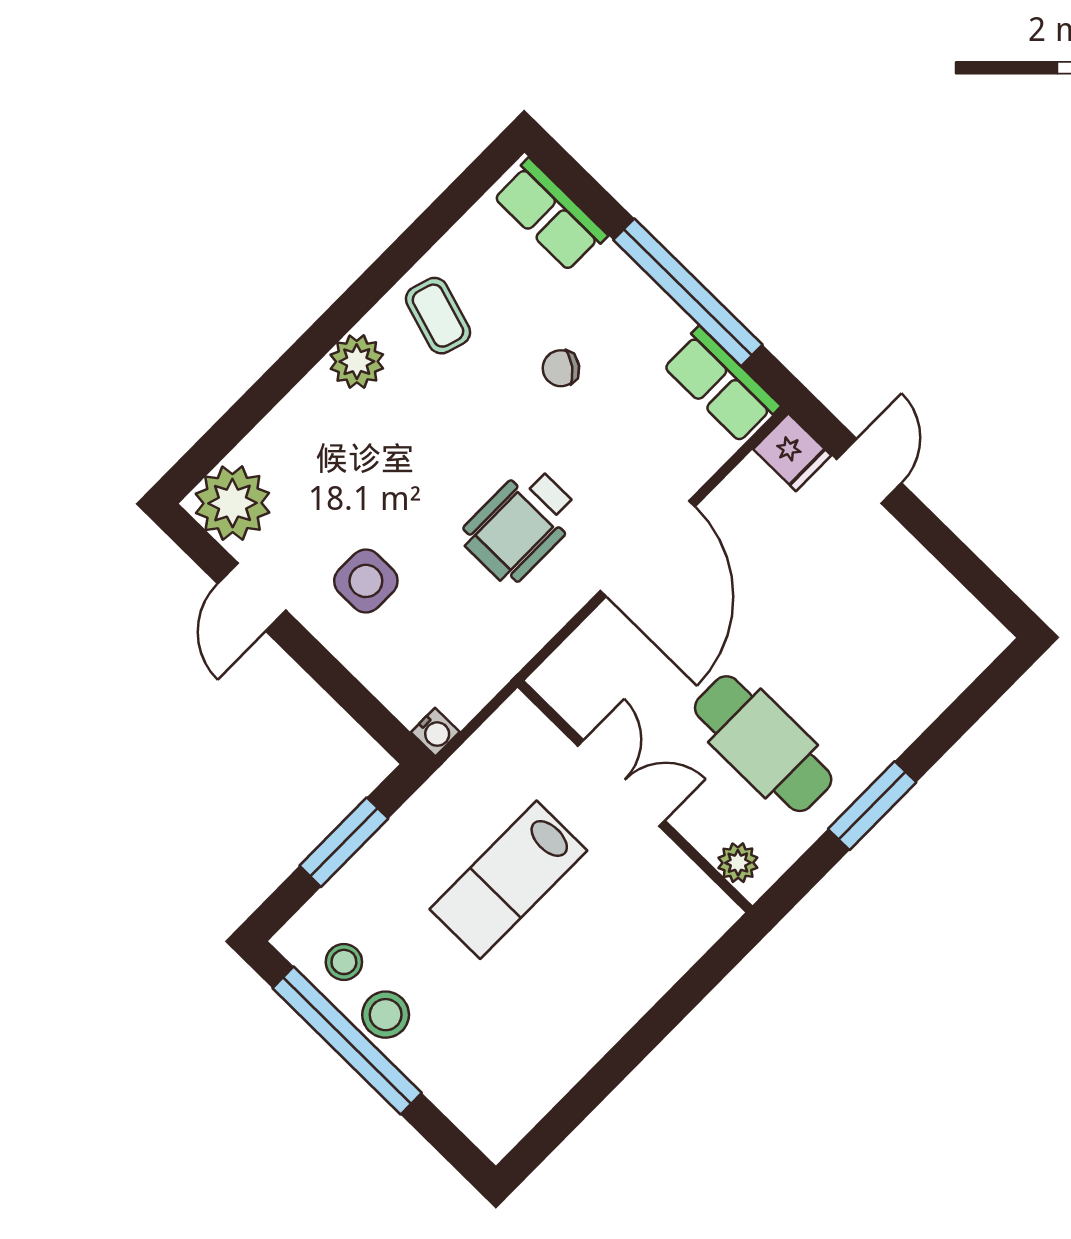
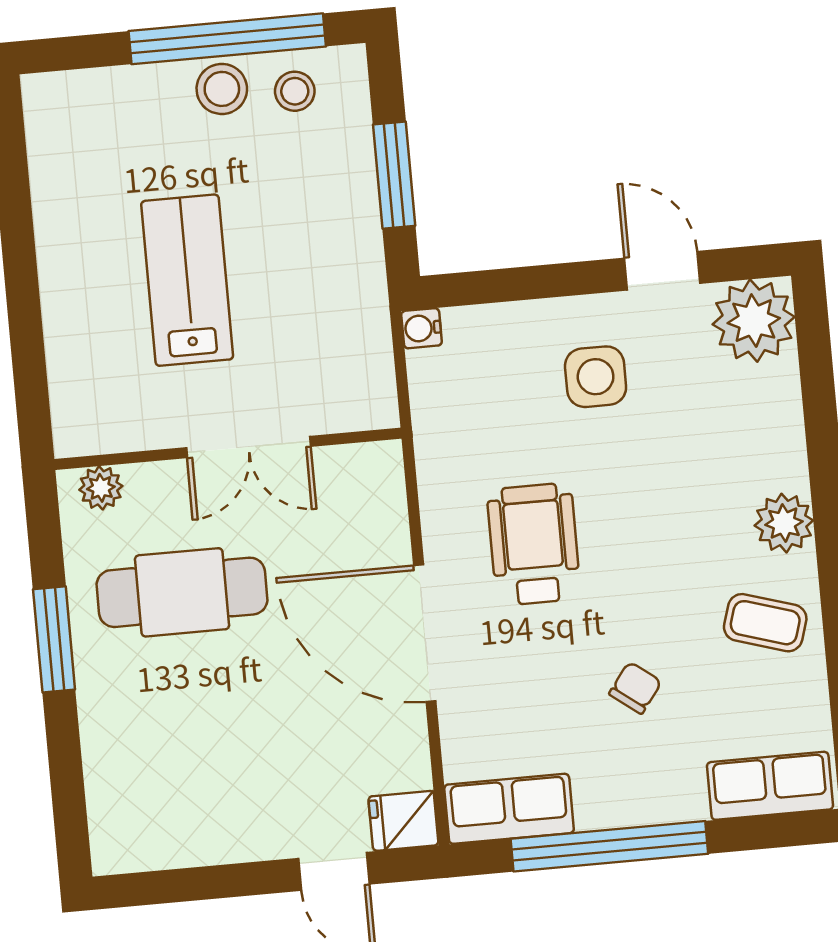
lab bench: (508, 880) -> (187, 280), moved

